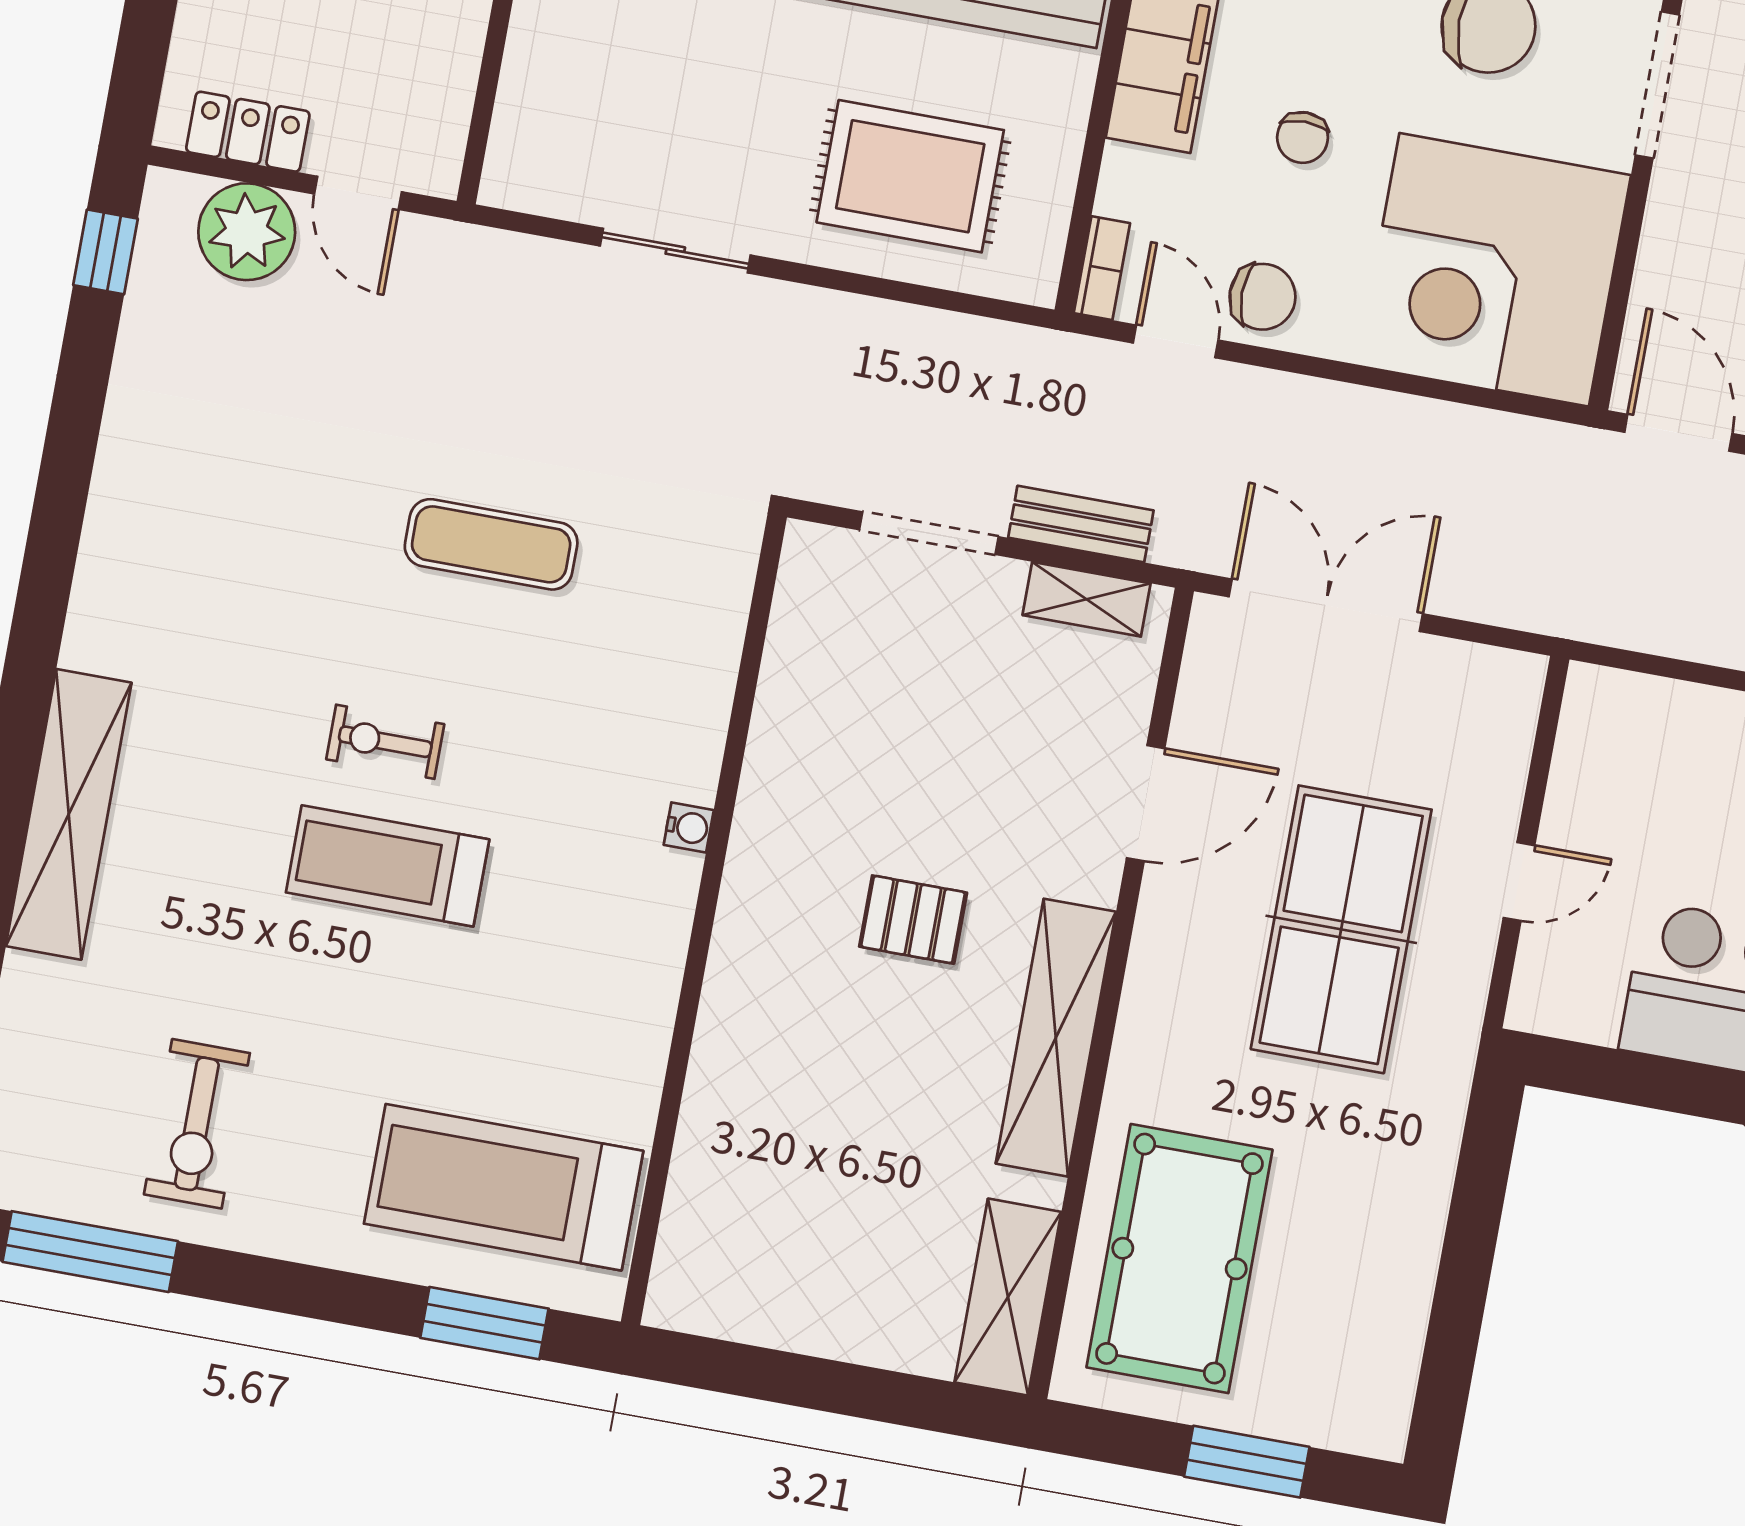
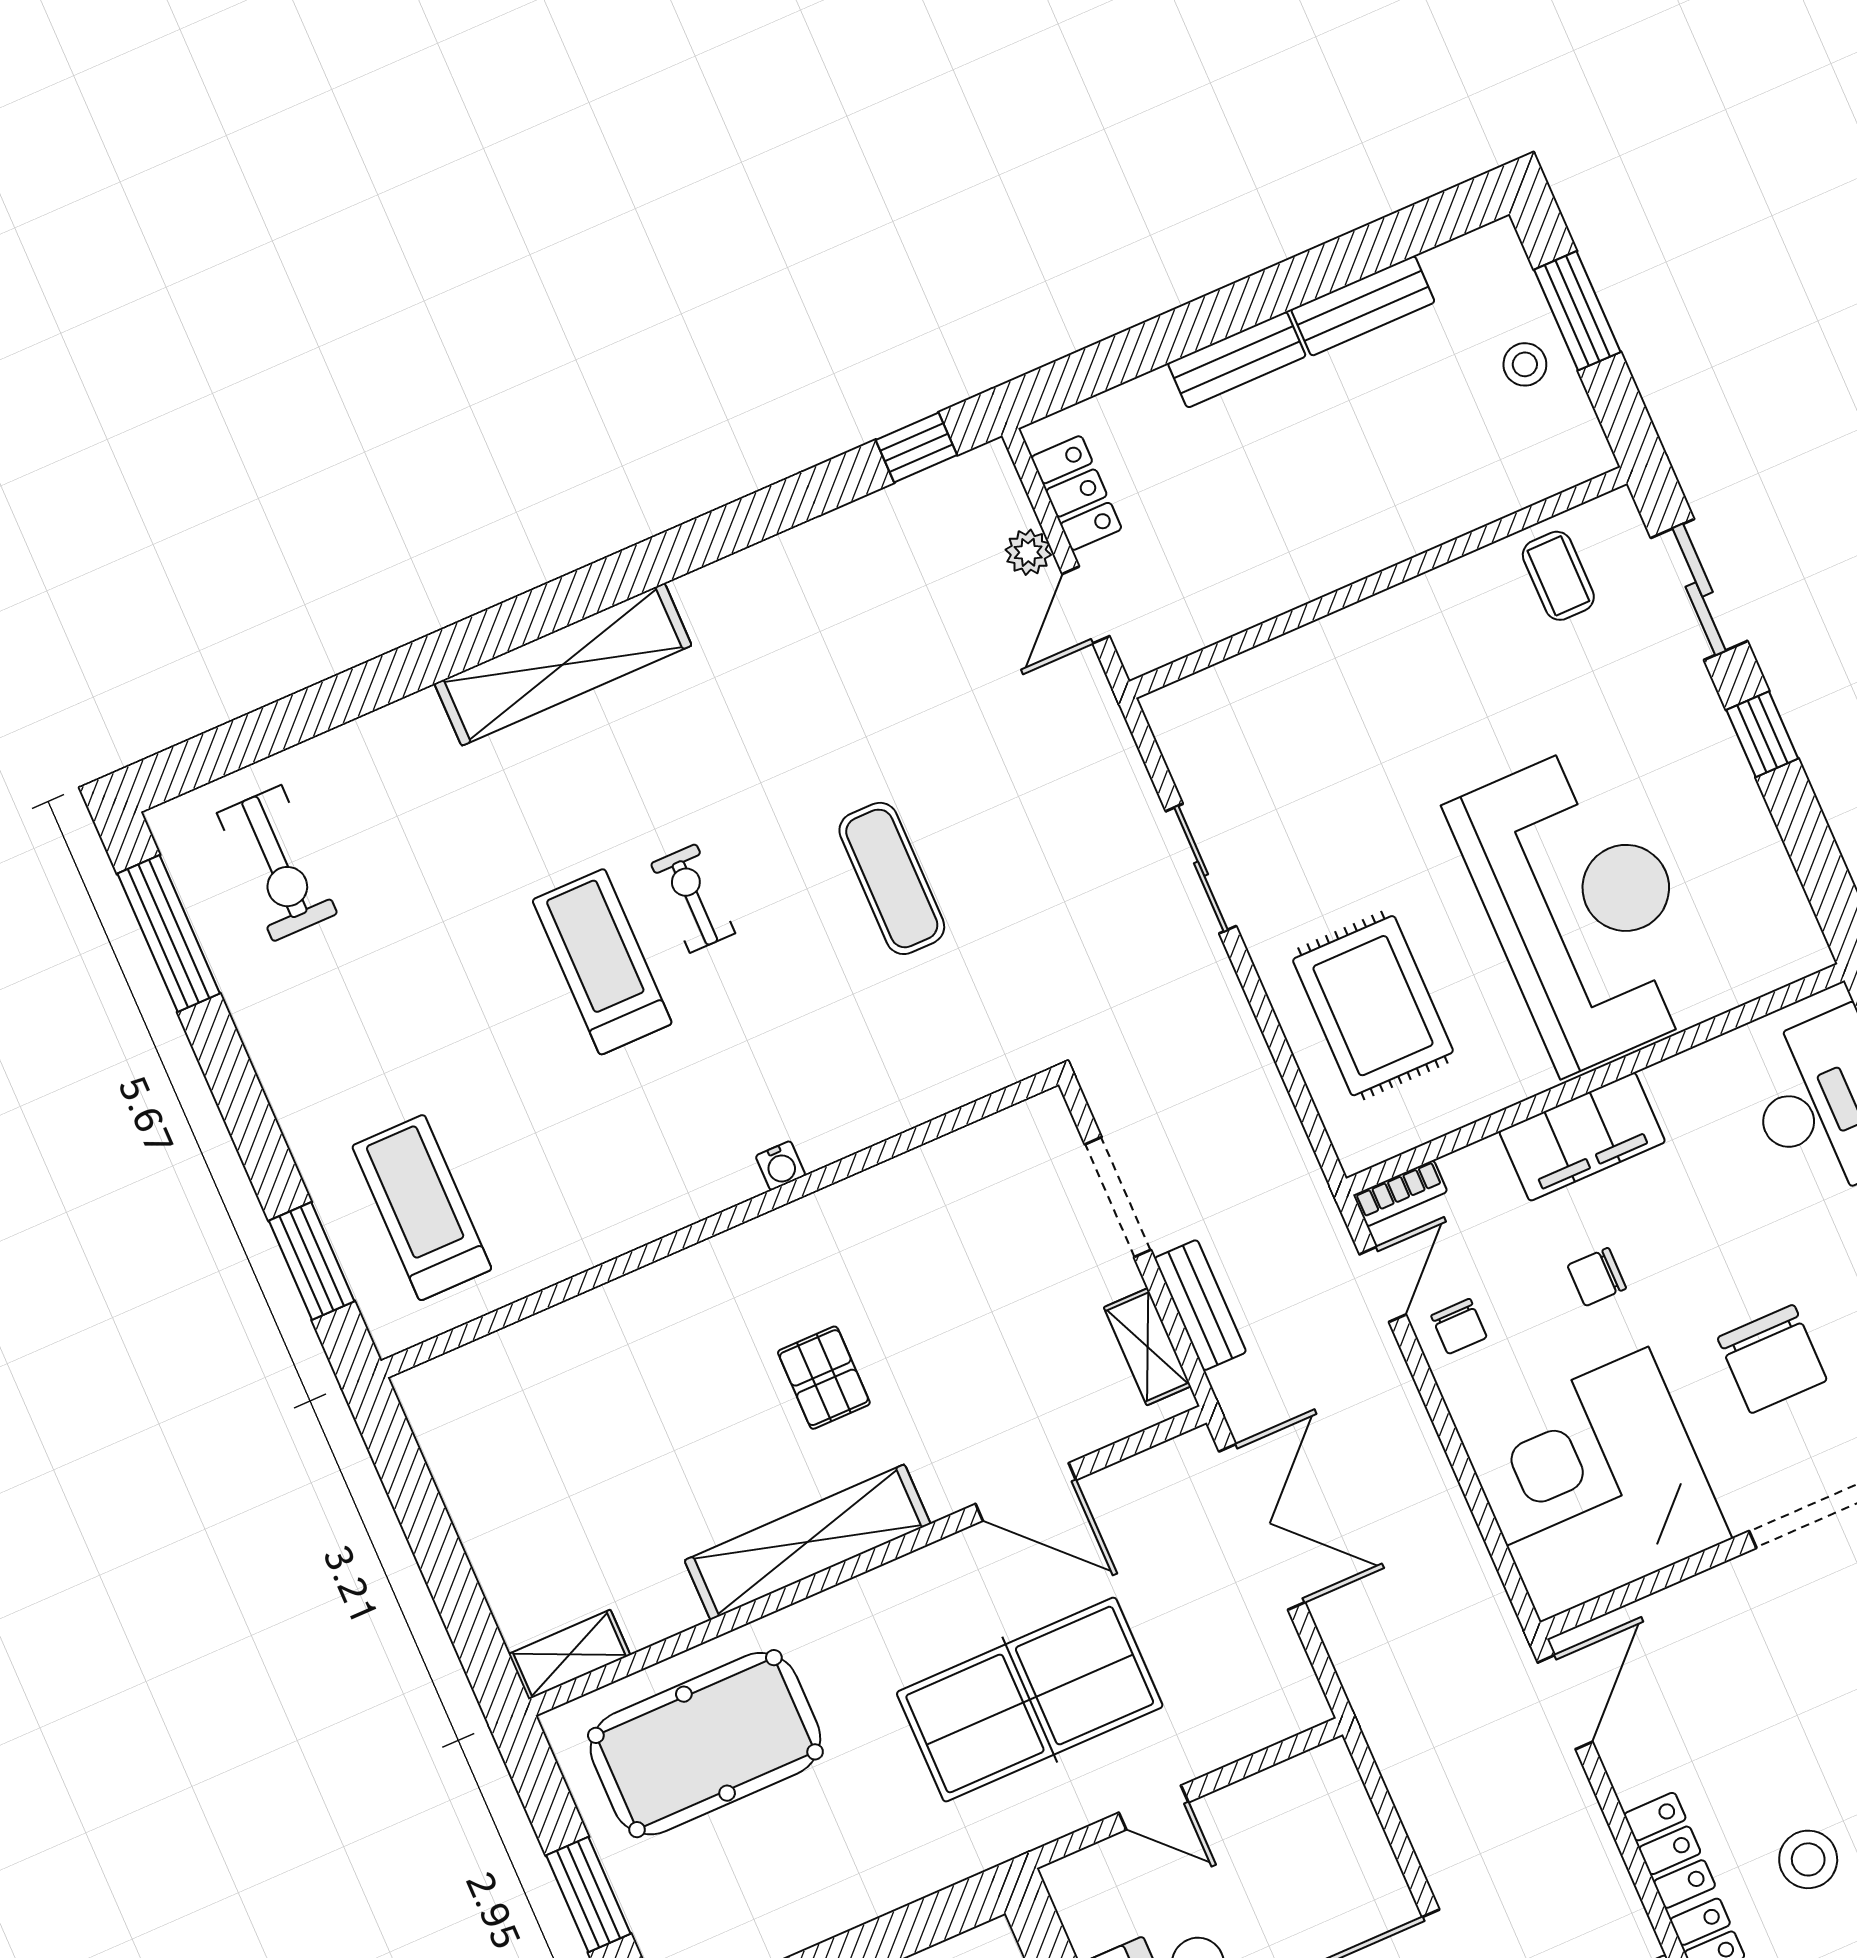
plant: (247, 232) -> (1028, 552), width x0.53, depth x0.53
chair: (1262, 297) -> (1459, 1326), width x0.73, depth x0.73
shelving: (69, 814) -> (563, 664), moved
exercise bike: (197, 1124) -> (277, 863), moved, turned -90
treadmill: (504, 1187) -> (422, 1208), width x0.73, depth x0.73
shelving: (1008, 1297) -> (569, 1655), width x0.67, depth x0.75

